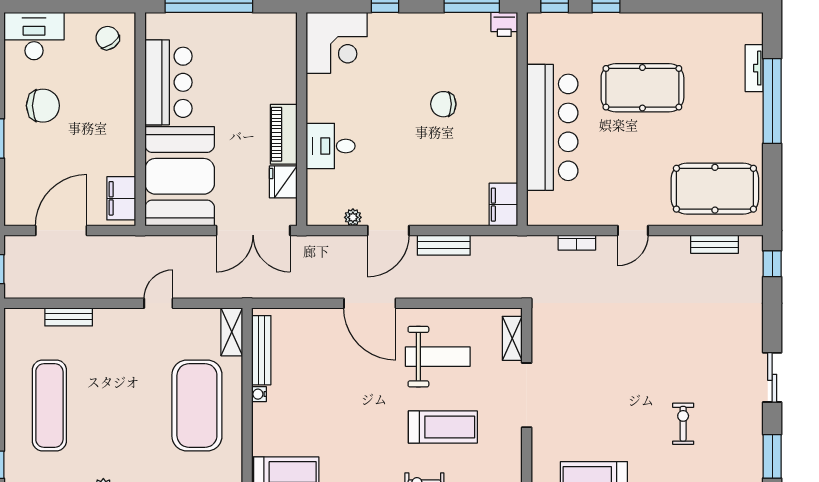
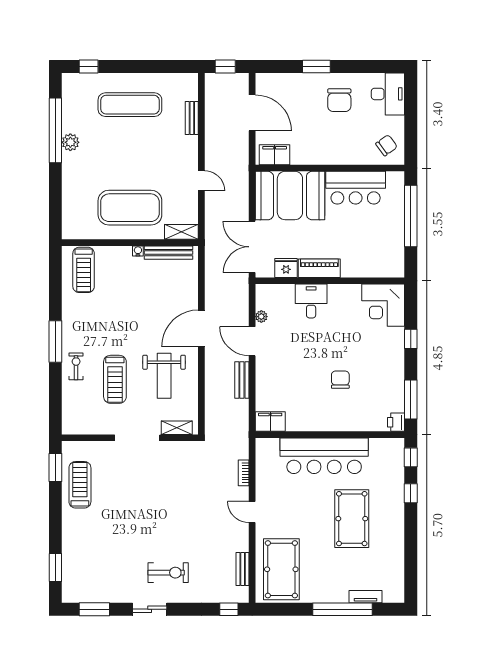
exercise bike: (683, 424) -> (168, 573), moved, width x1.38, depth x1.39

